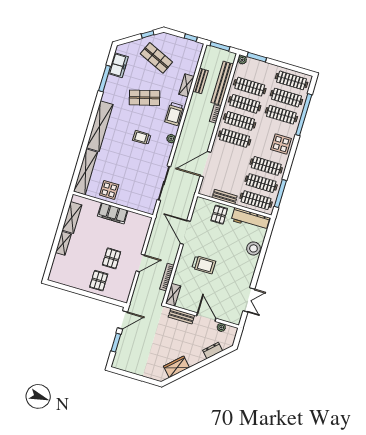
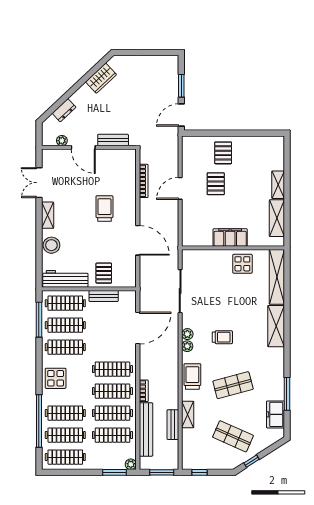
shelving: (100, 126) -> (276, 326), width x0.68
plant: (168, 148) -> (187, 334), added
trolley: (204, 265) -> (104, 208), turned 90
shelving: (173, 295) -> (48, 215), moved

